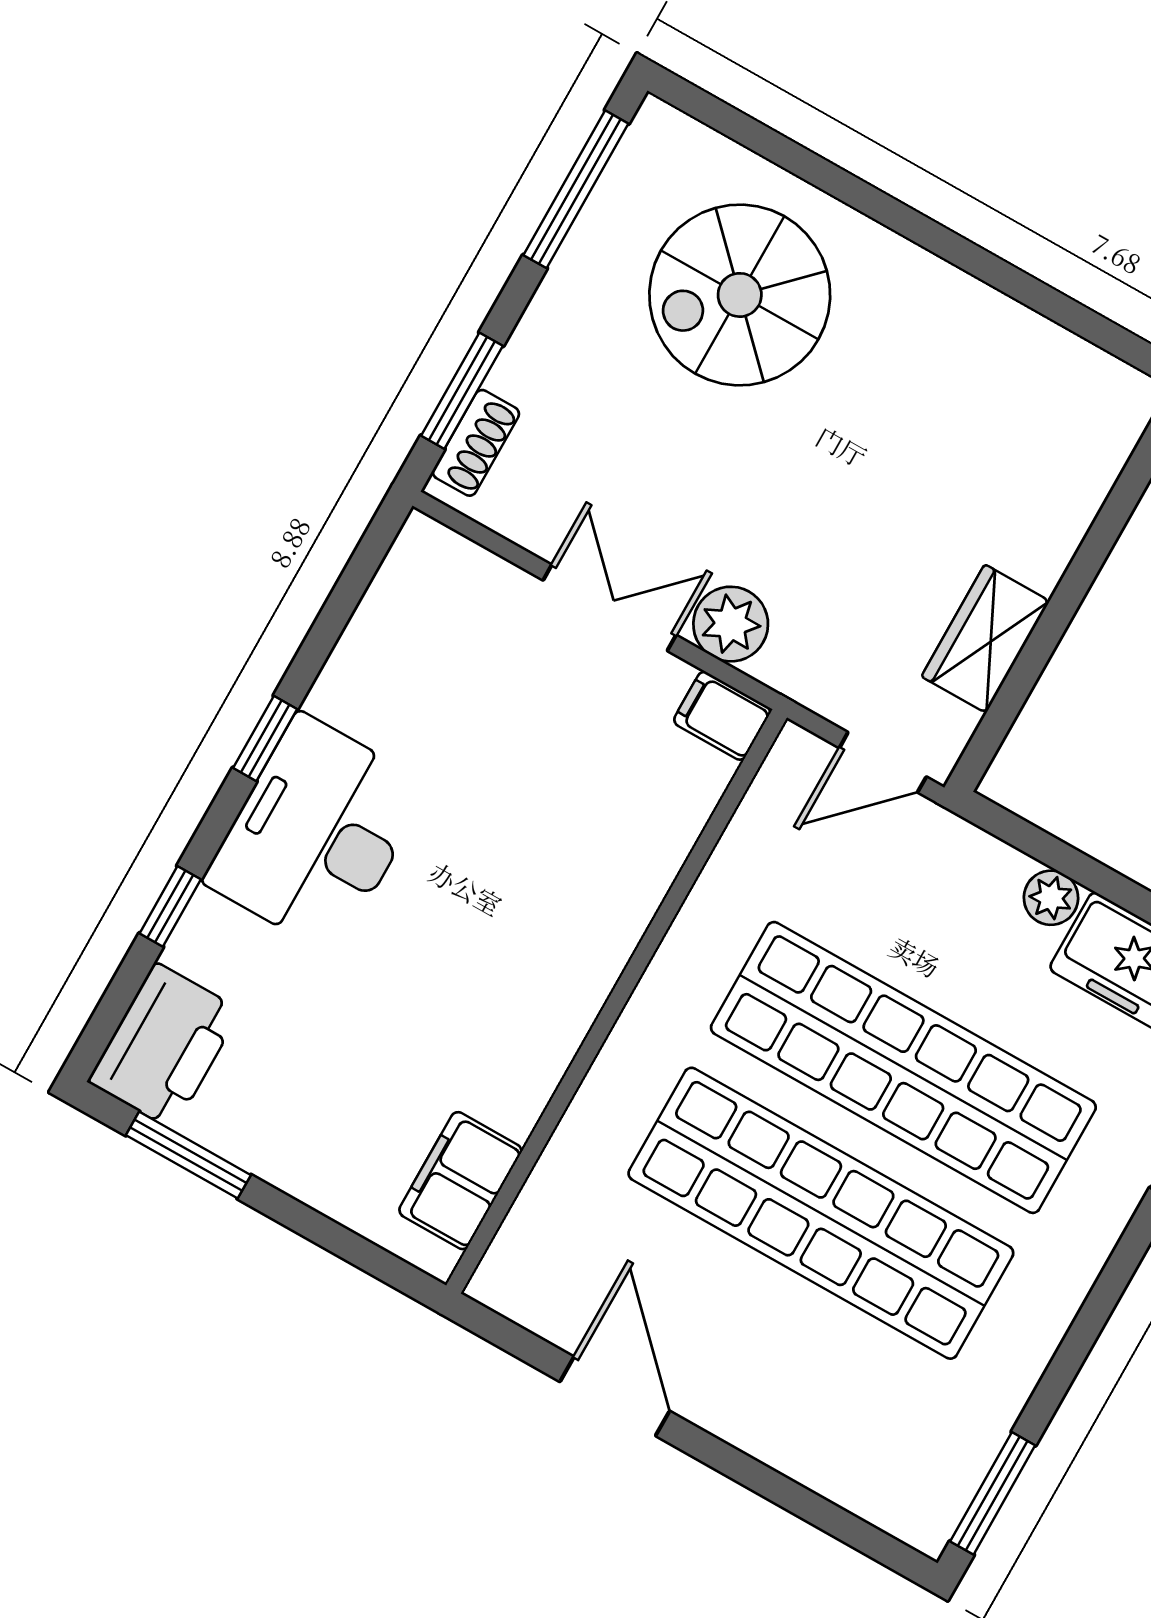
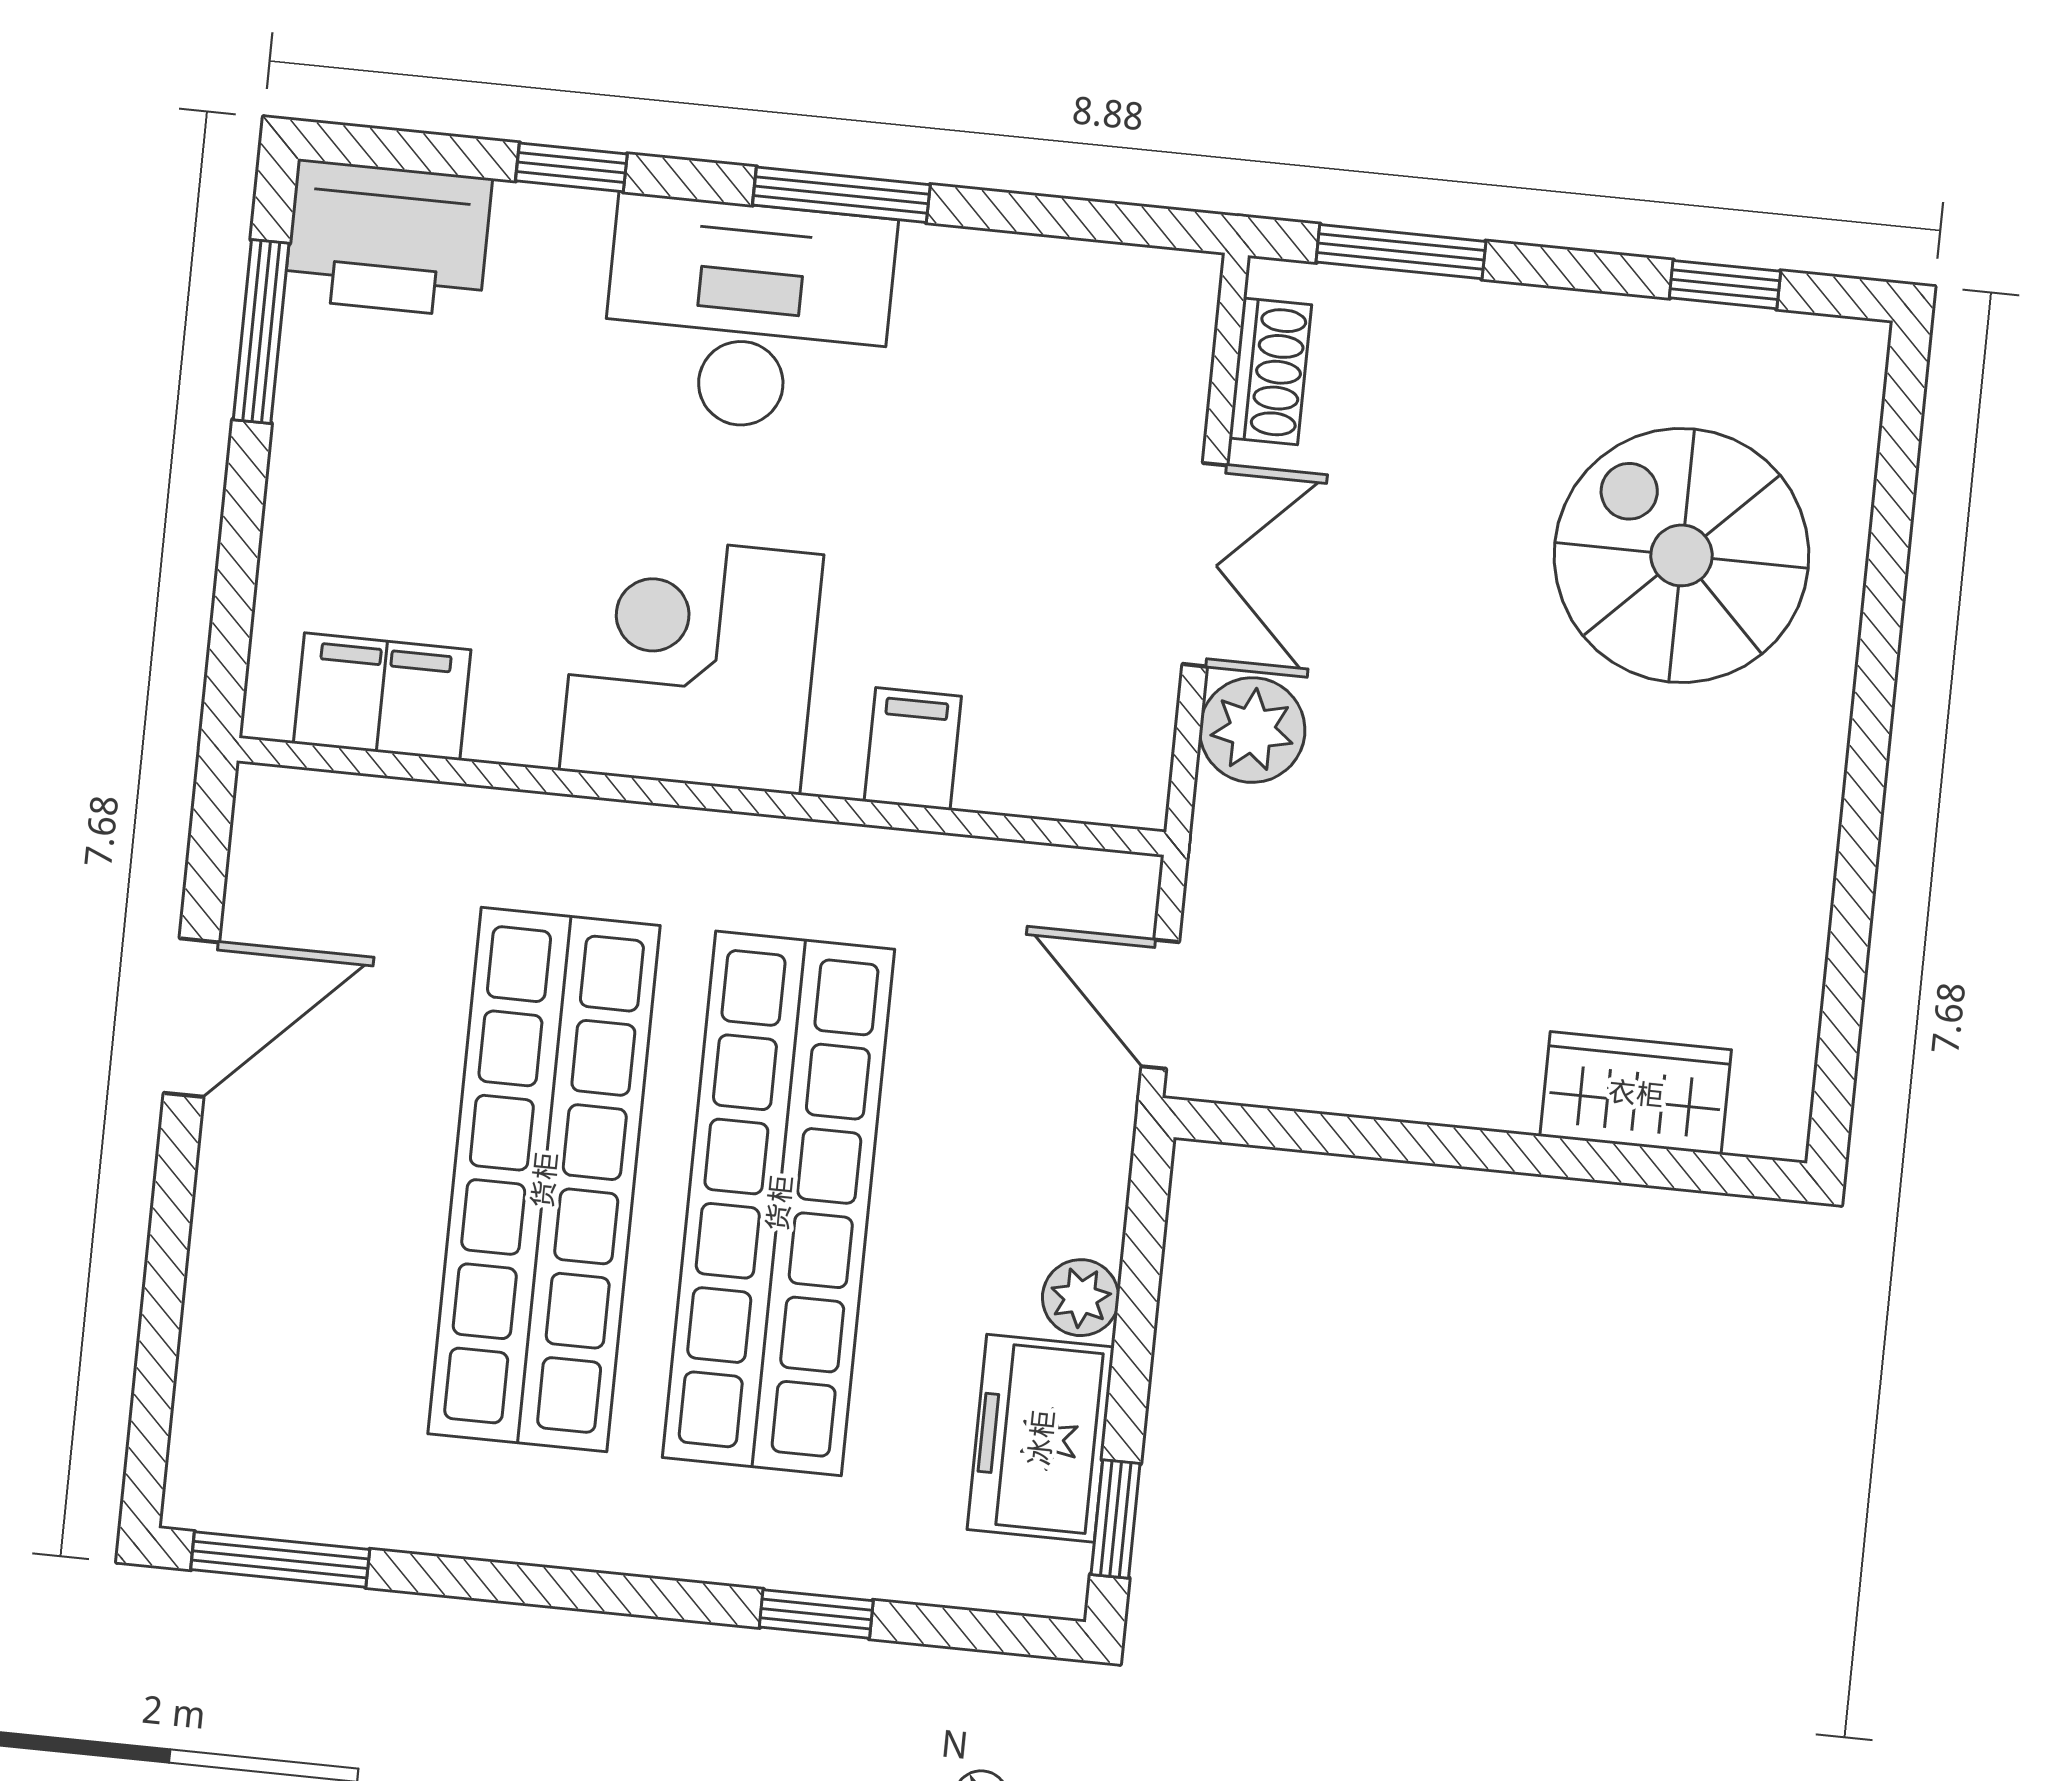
window: (576, 189) -> (1725, 285), width x0.46
shoe rack: (476, 443) -> (1270, 371), moved, turned -90
wardrobe: (986, 639) -> (1636, 1093), moved
filing cabinet: (722, 716) -> (913, 749), moved
window: (265, 739) -> (841, 195), width x1.50
corner desk: (527, 970) -> (692, 663), added

